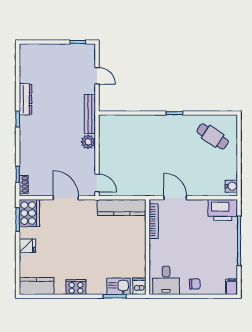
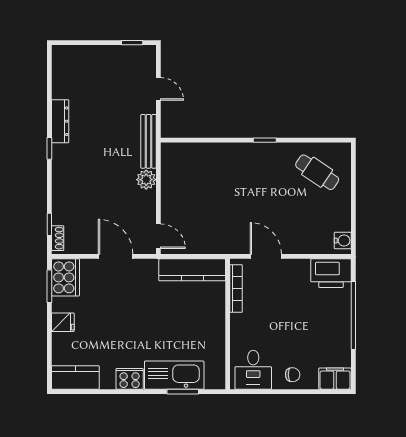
kitchen sink: (119, 286) -> (174, 375), width x1.87, depth x1.24
dishwasher: (139, 286) -> (216, 378), removed
filing cabinet: (232, 287) -> (335, 379), width x2.00

